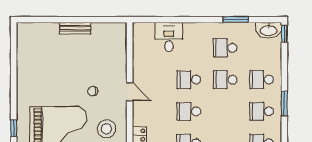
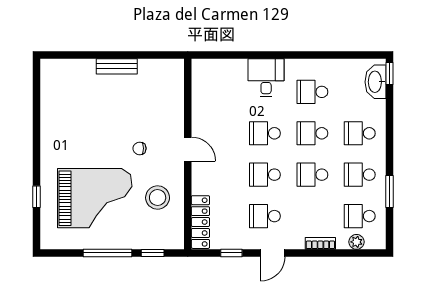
window: (236, 20) -> (326, 55), removed
washbasin: (269, 30) -> (375, 82), moved, turned 90
desk: (169, 37) -> (266, 78), moved
window: (284, 103) -> (389, 191), moved
school desk: (225, 111) -> (312, 175), added

